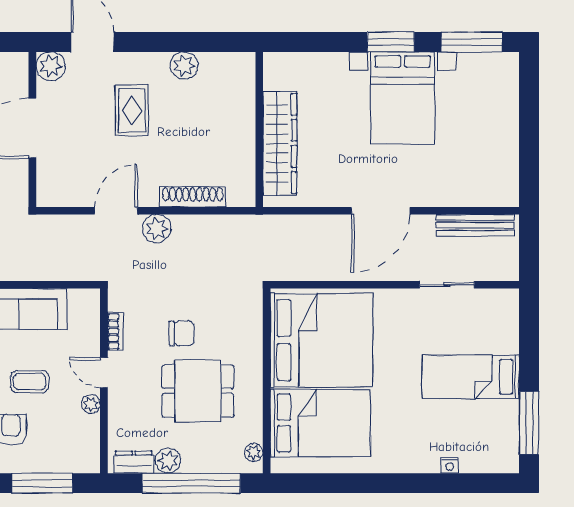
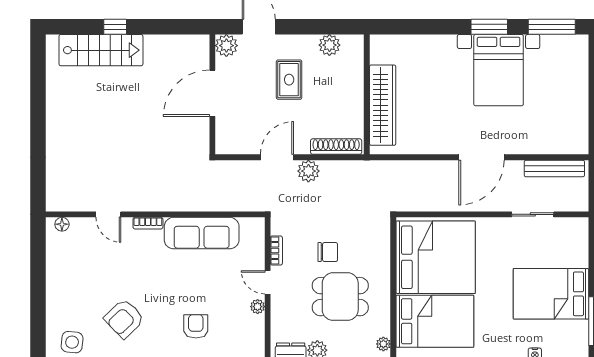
wall: (259, 129) -> (367, 94), moved
wardrobe: (280, 143) -> (383, 105), moved
bed: (471, 377) -> (551, 294), width x1.50
coffee table: (30, 382) -> (210, 289), removed

